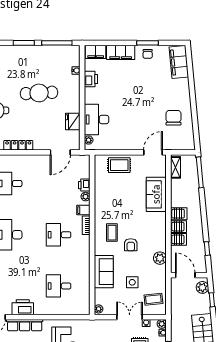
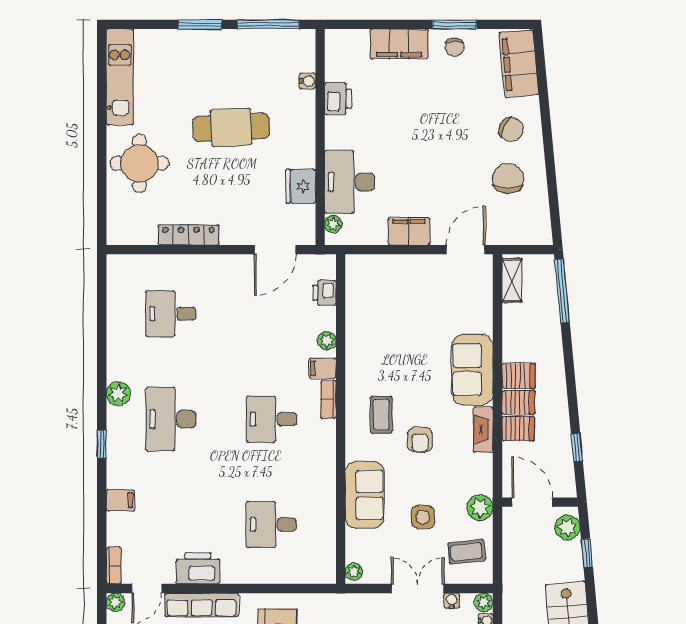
filing cabinet: (96, 52) -> (409, 231), moved, turned 180
chair: (175, 94) -> (511, 129), added
rug: (119, 165) -> (396, 276), removed
printer: (84, 185) -> (324, 293), moved
sofa: (156, 194) -> (472, 369), moved
fireplace: (161, 240) -> (483, 430), added
plant: (160, 258) -> (480, 508), moved

